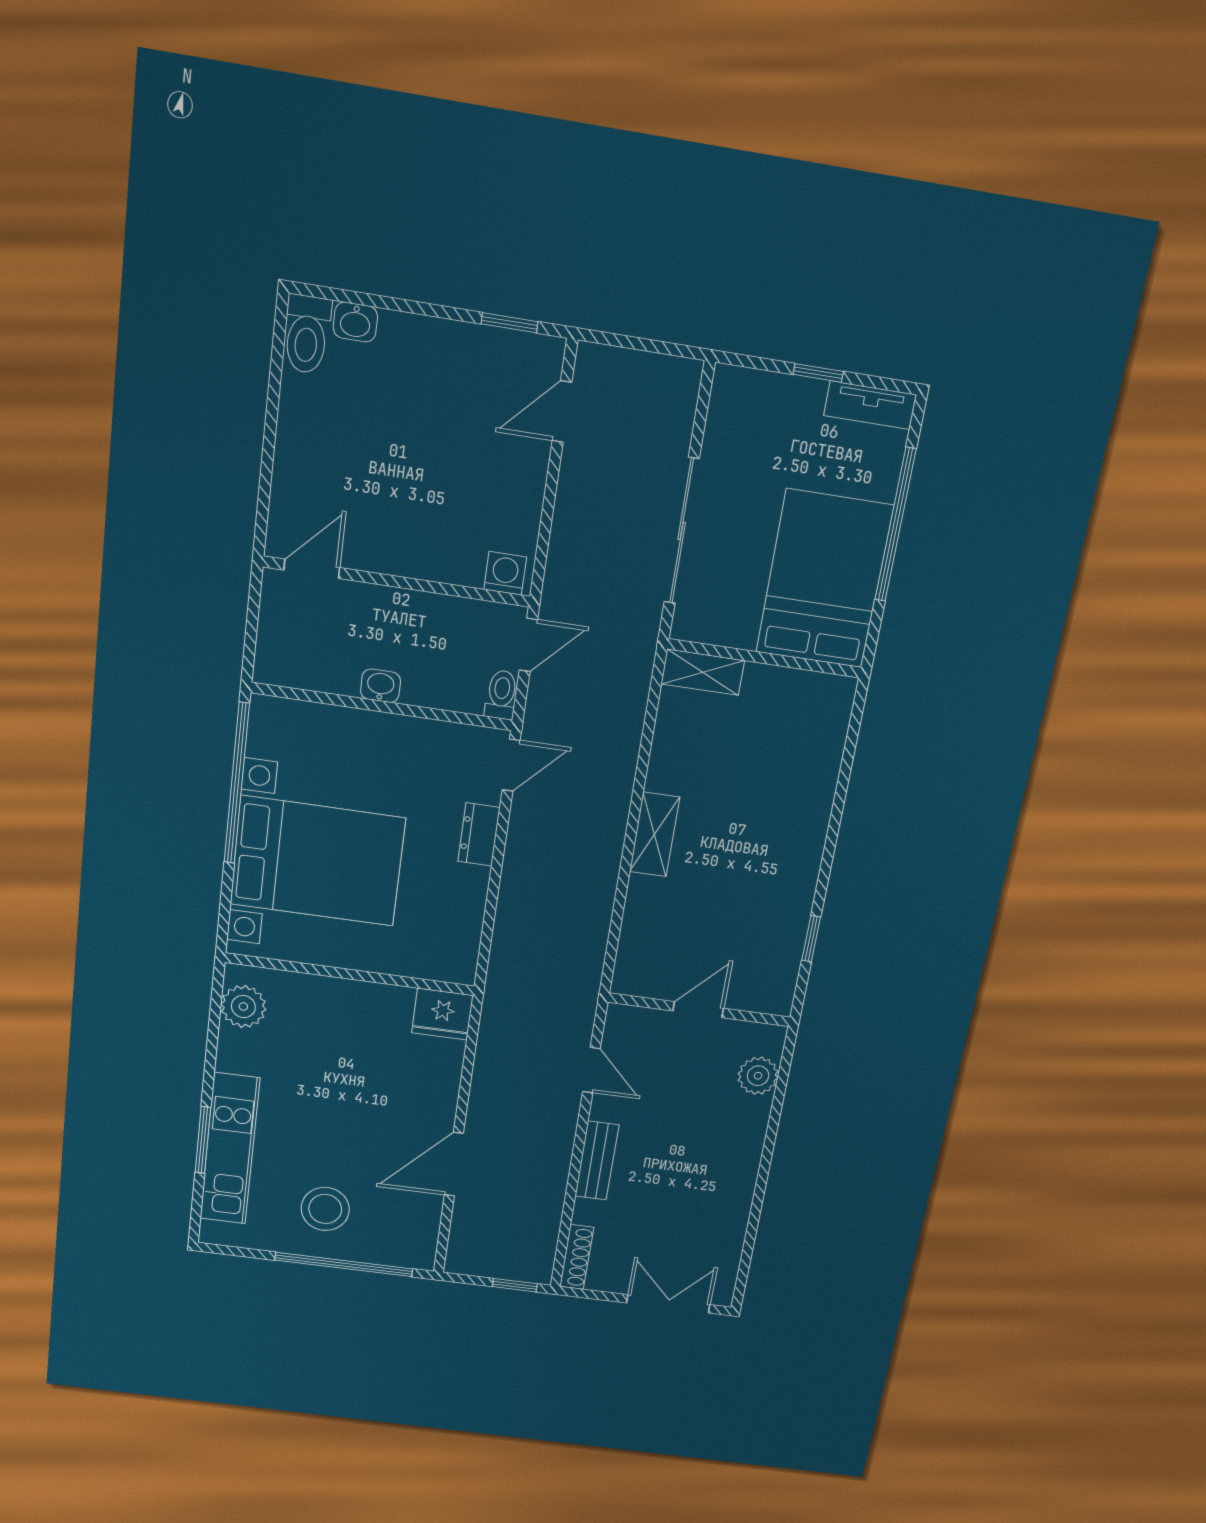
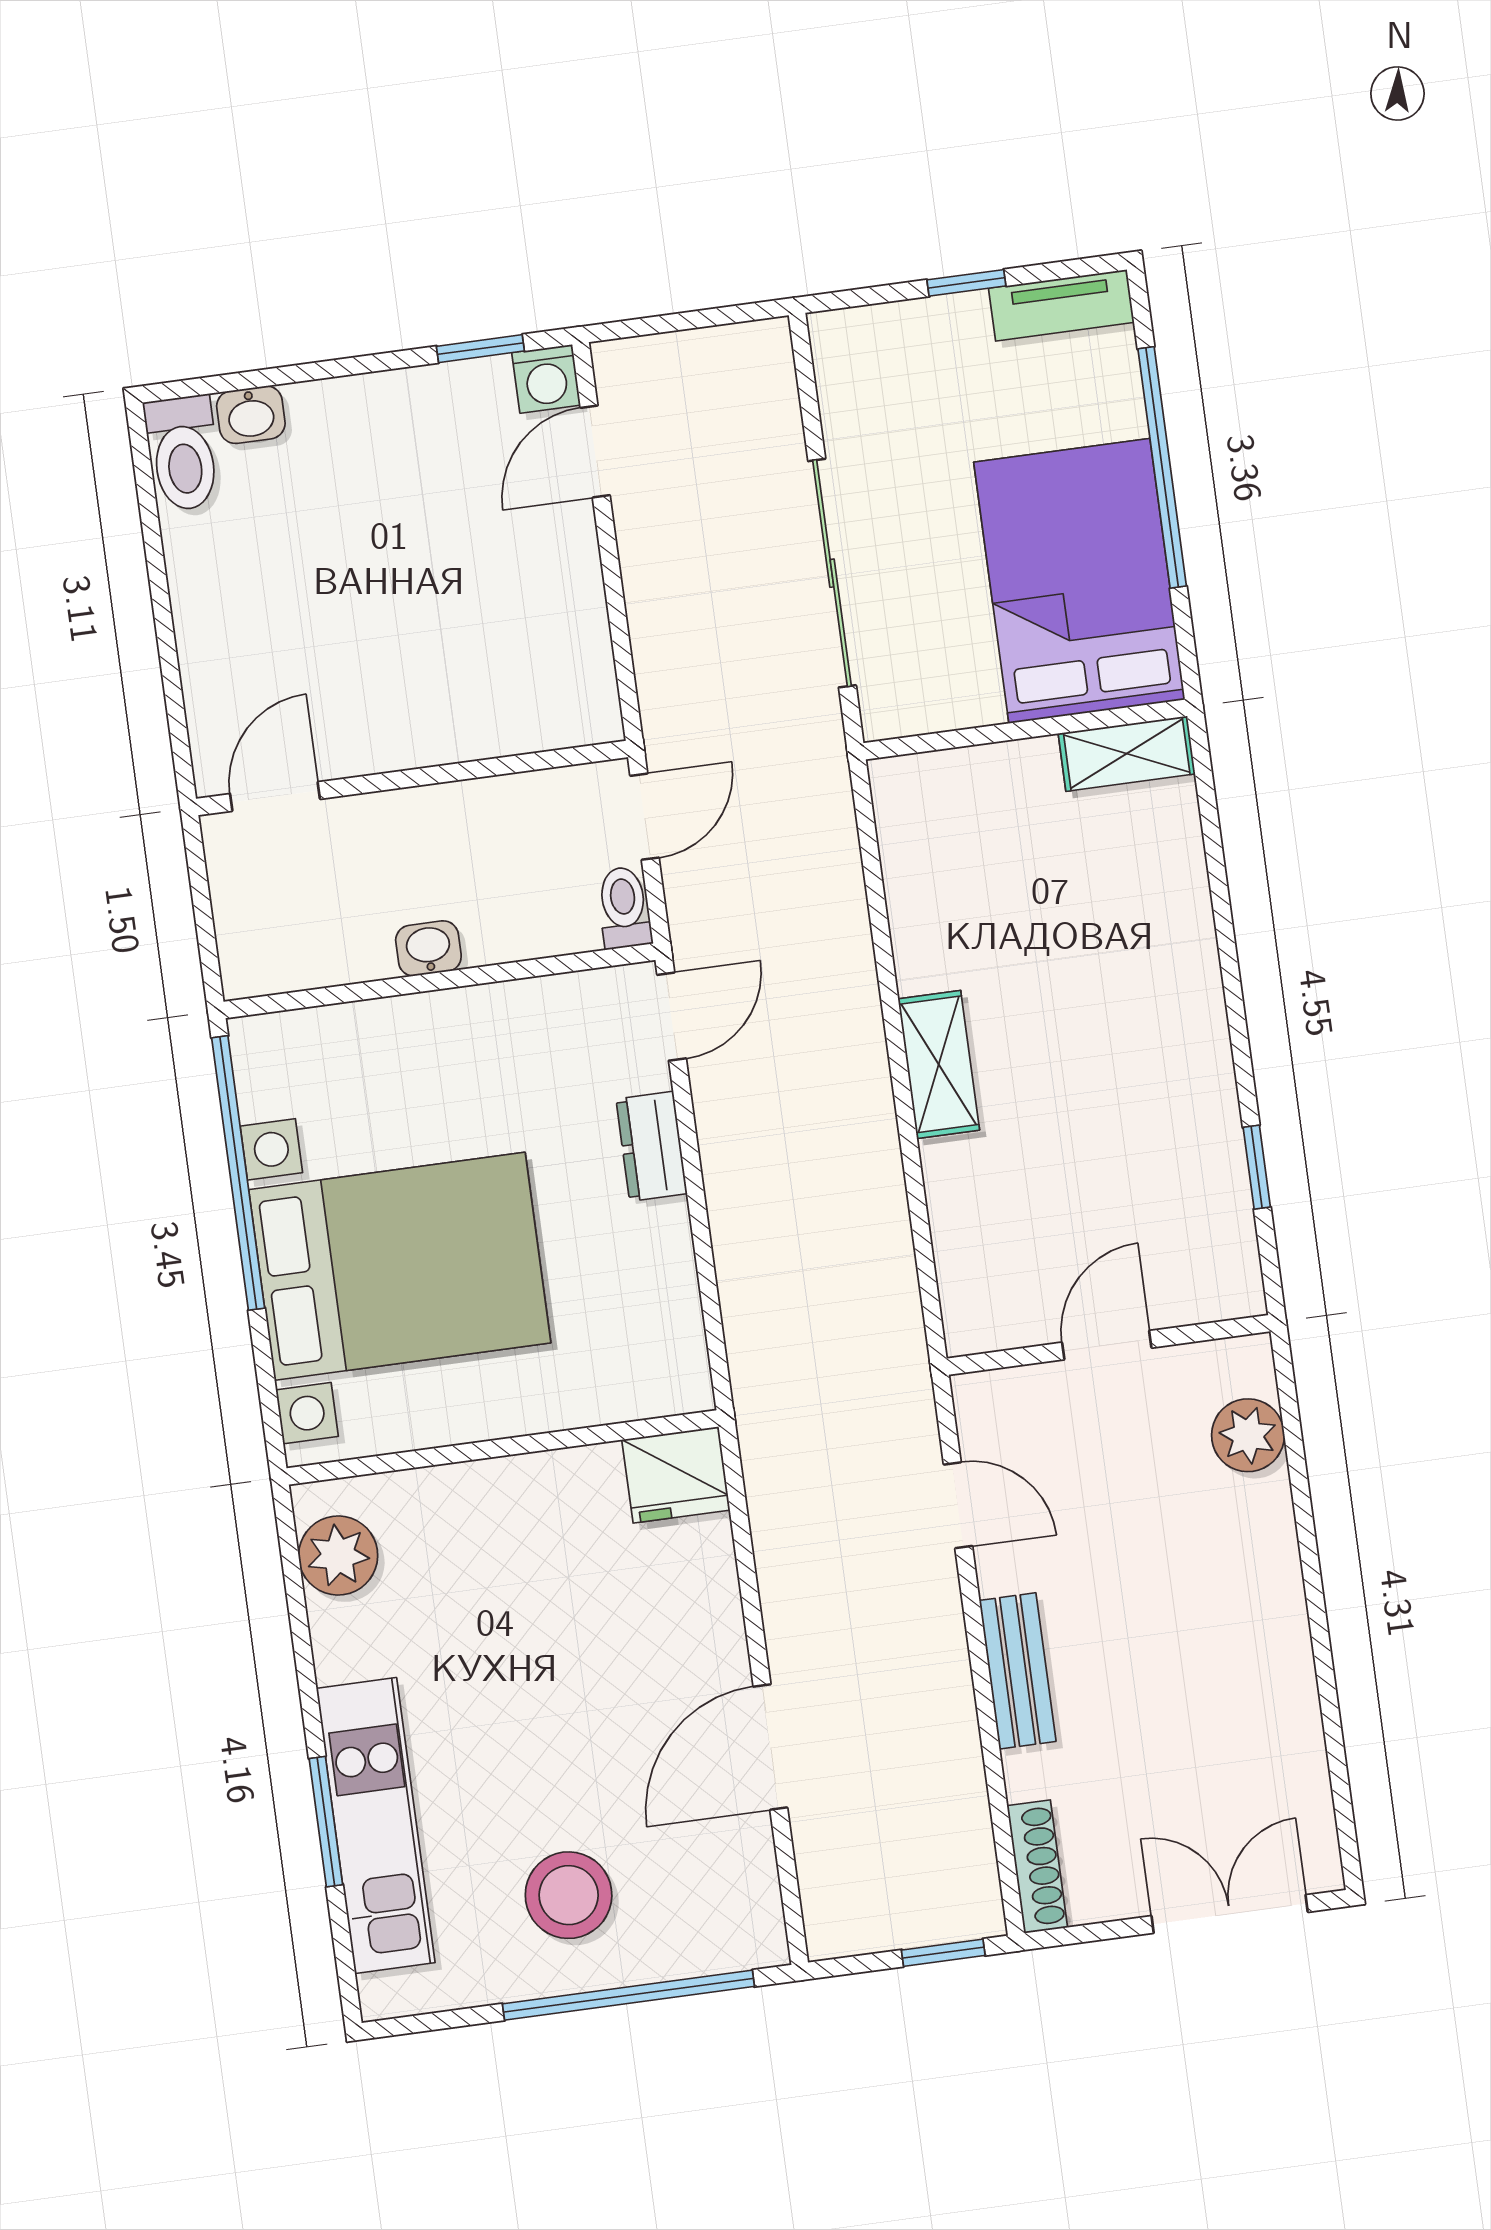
washing machine: (505, 573) -> (546, 379), moved, turned 180
shelving: (703, 672) -> (1127, 754), moved

